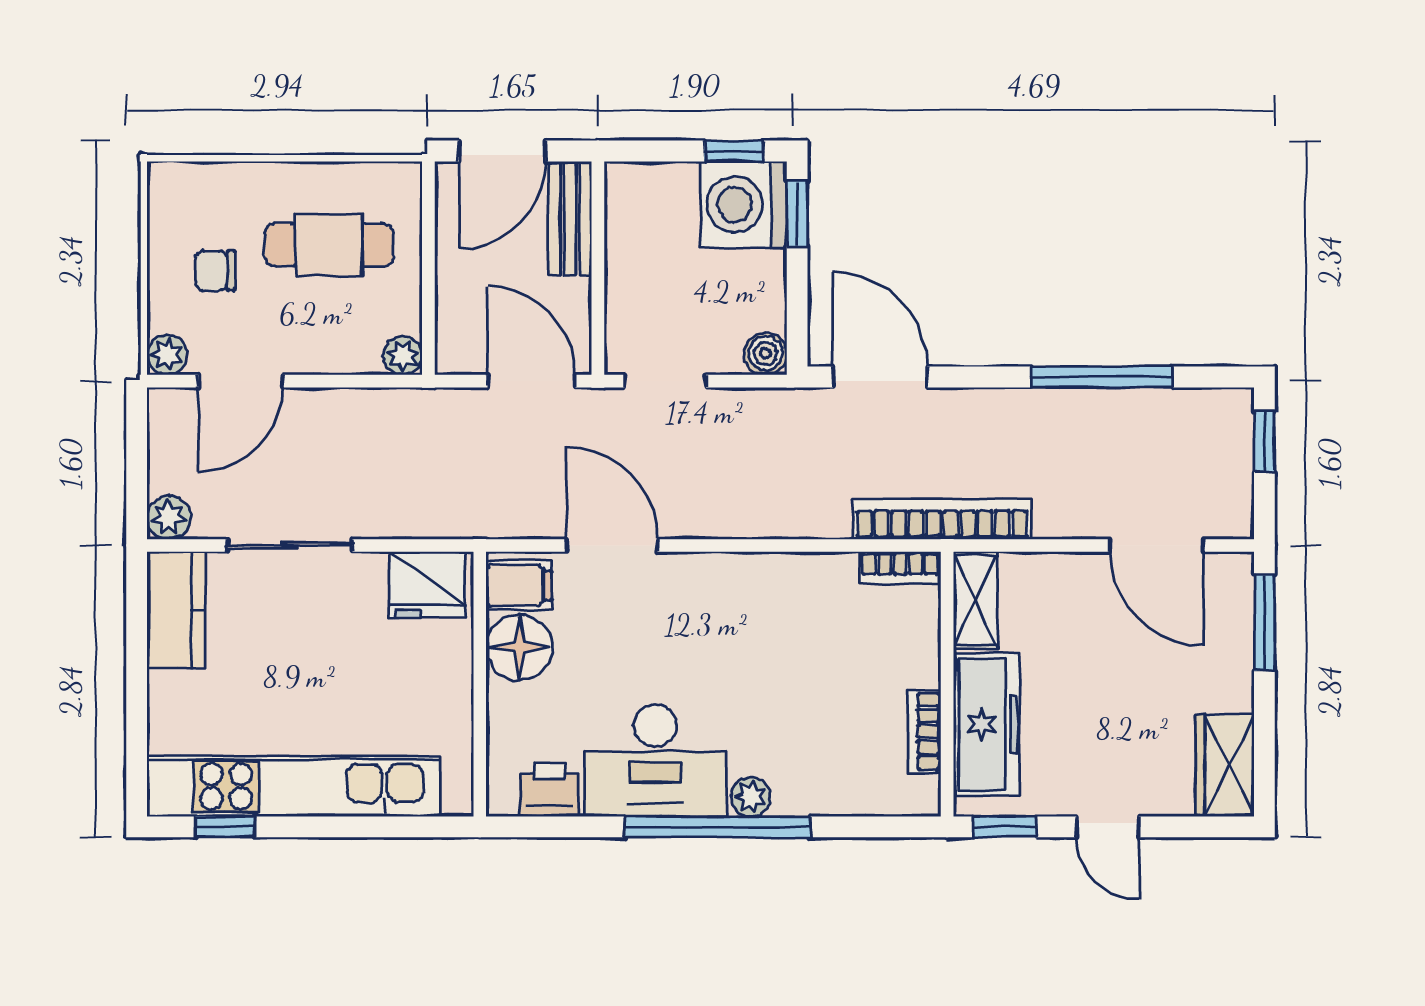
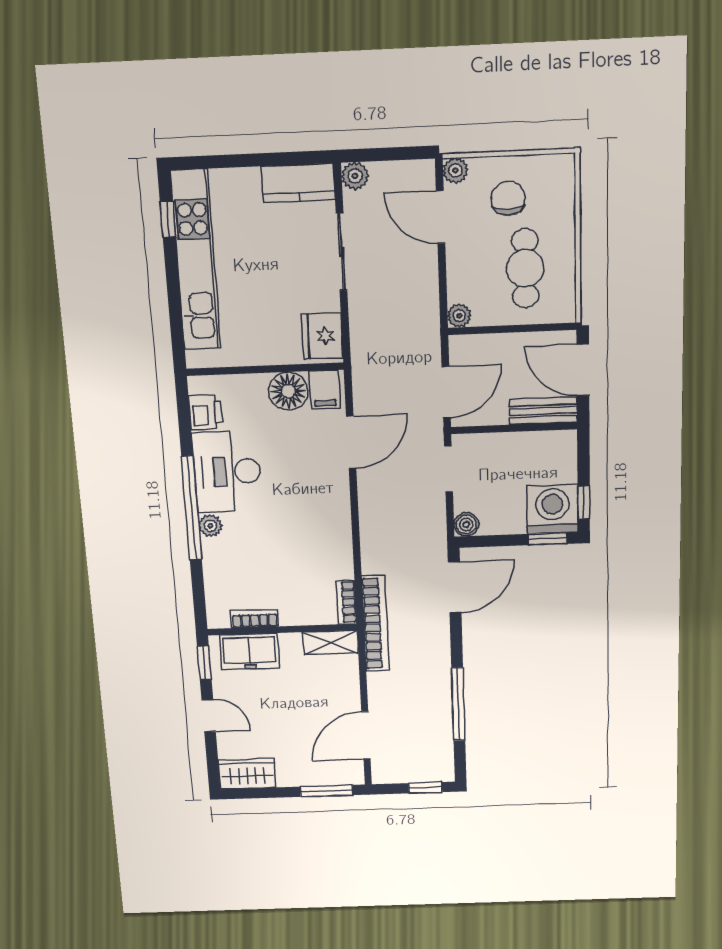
chair: (215, 271) -> (508, 199), width x1.37, depth x1.37
freezer: (987, 724) -> (250, 651), width x0.71
door: (1108, 827) -> (209, 716), swing flipped

